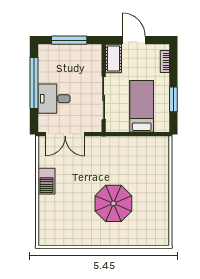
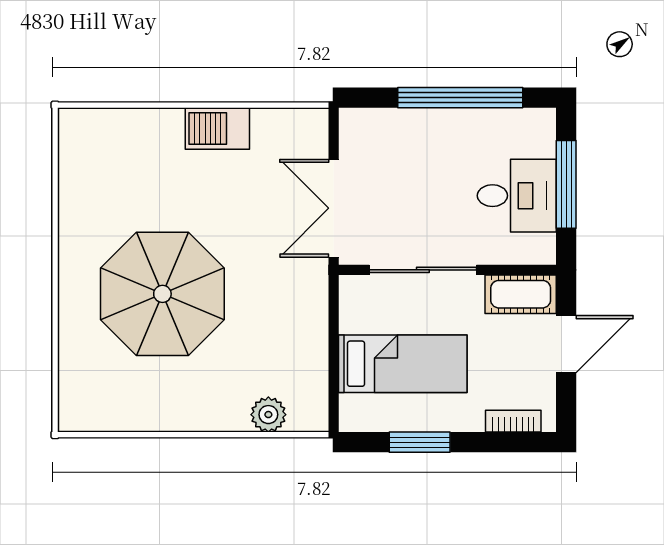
desk: (54, 99) -> (517, 196), moved, turned 90
double door: (65, 134) -> (334, 208), moved
plant: (162, 161) -> (268, 415), added
parasol: (113, 203) -> (162, 294), width x1.36, depth x1.36

